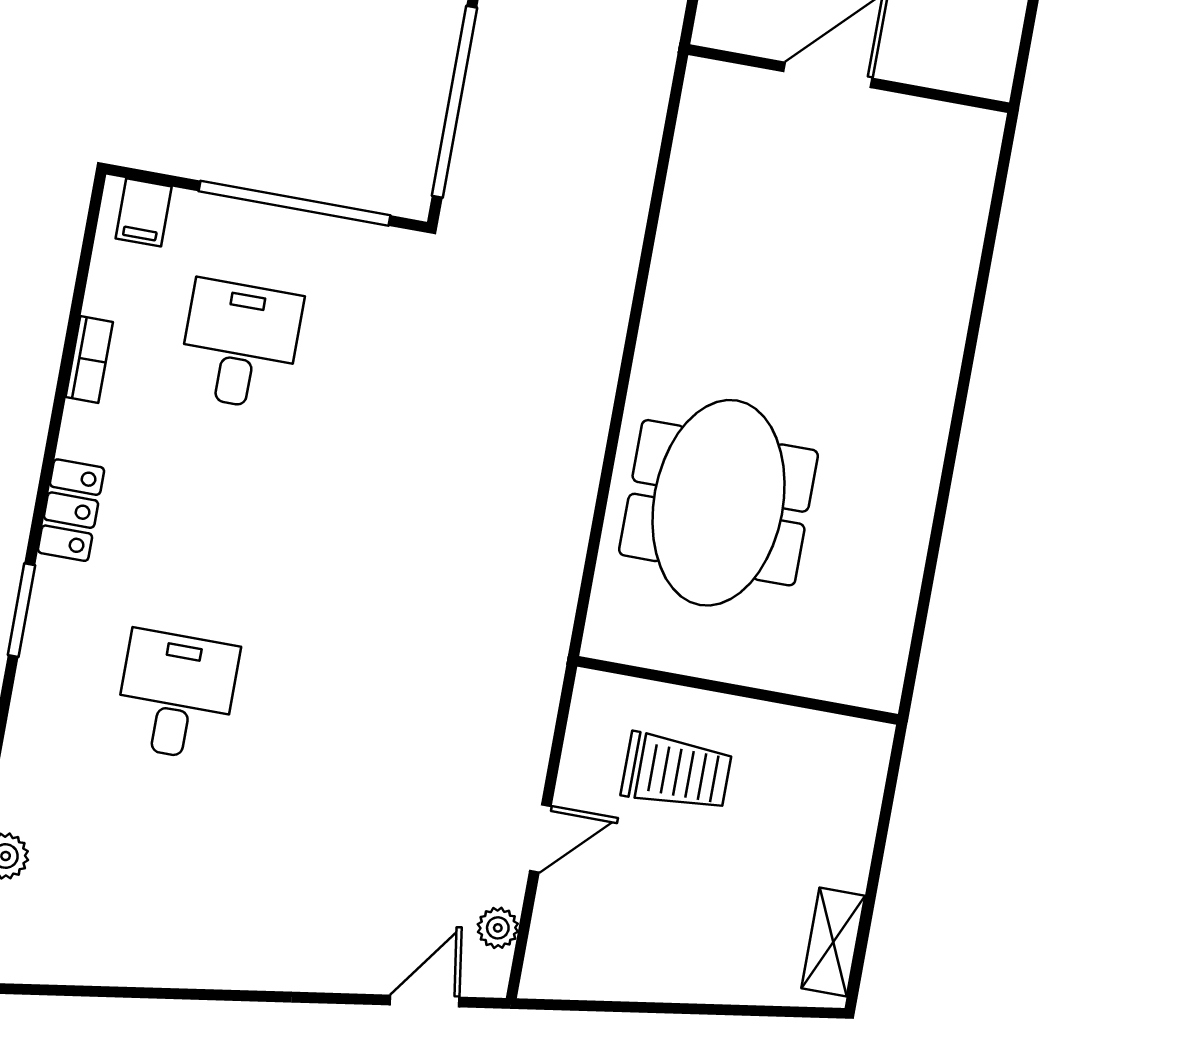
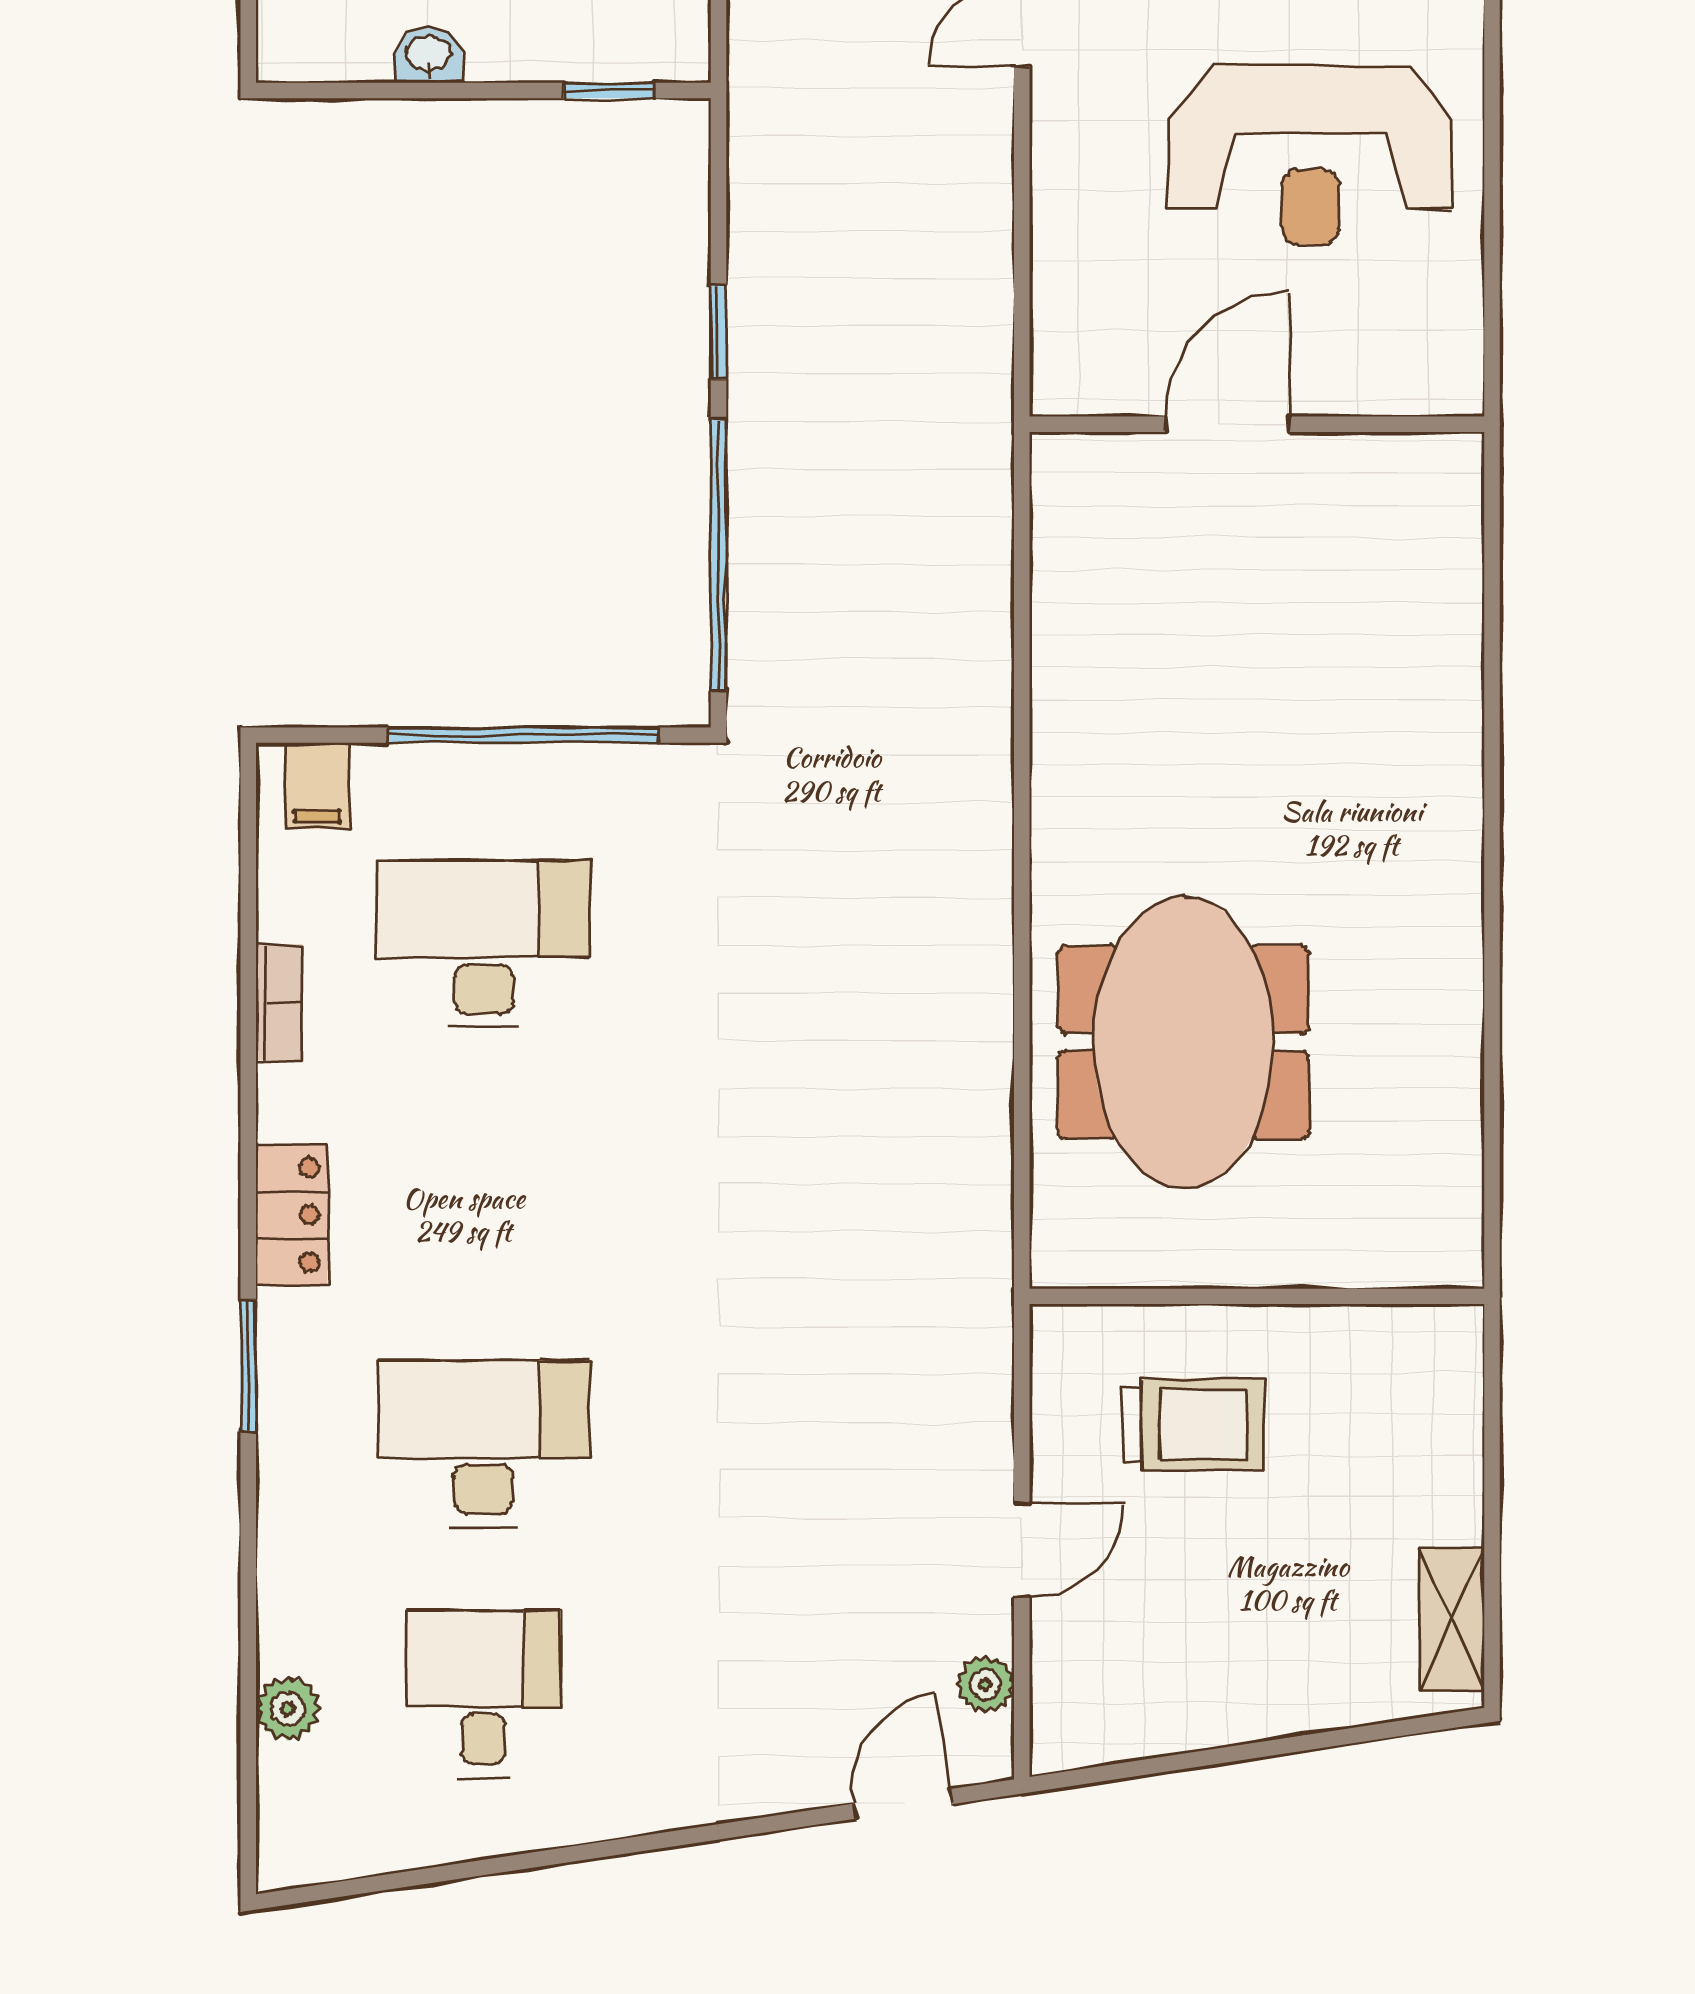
desk: (240, 345) -> (483, 944), width x1.37
desk: (176, 695) -> (483, 1444), width x1.37
desk: (144, 871) -> (483, 1694), added

